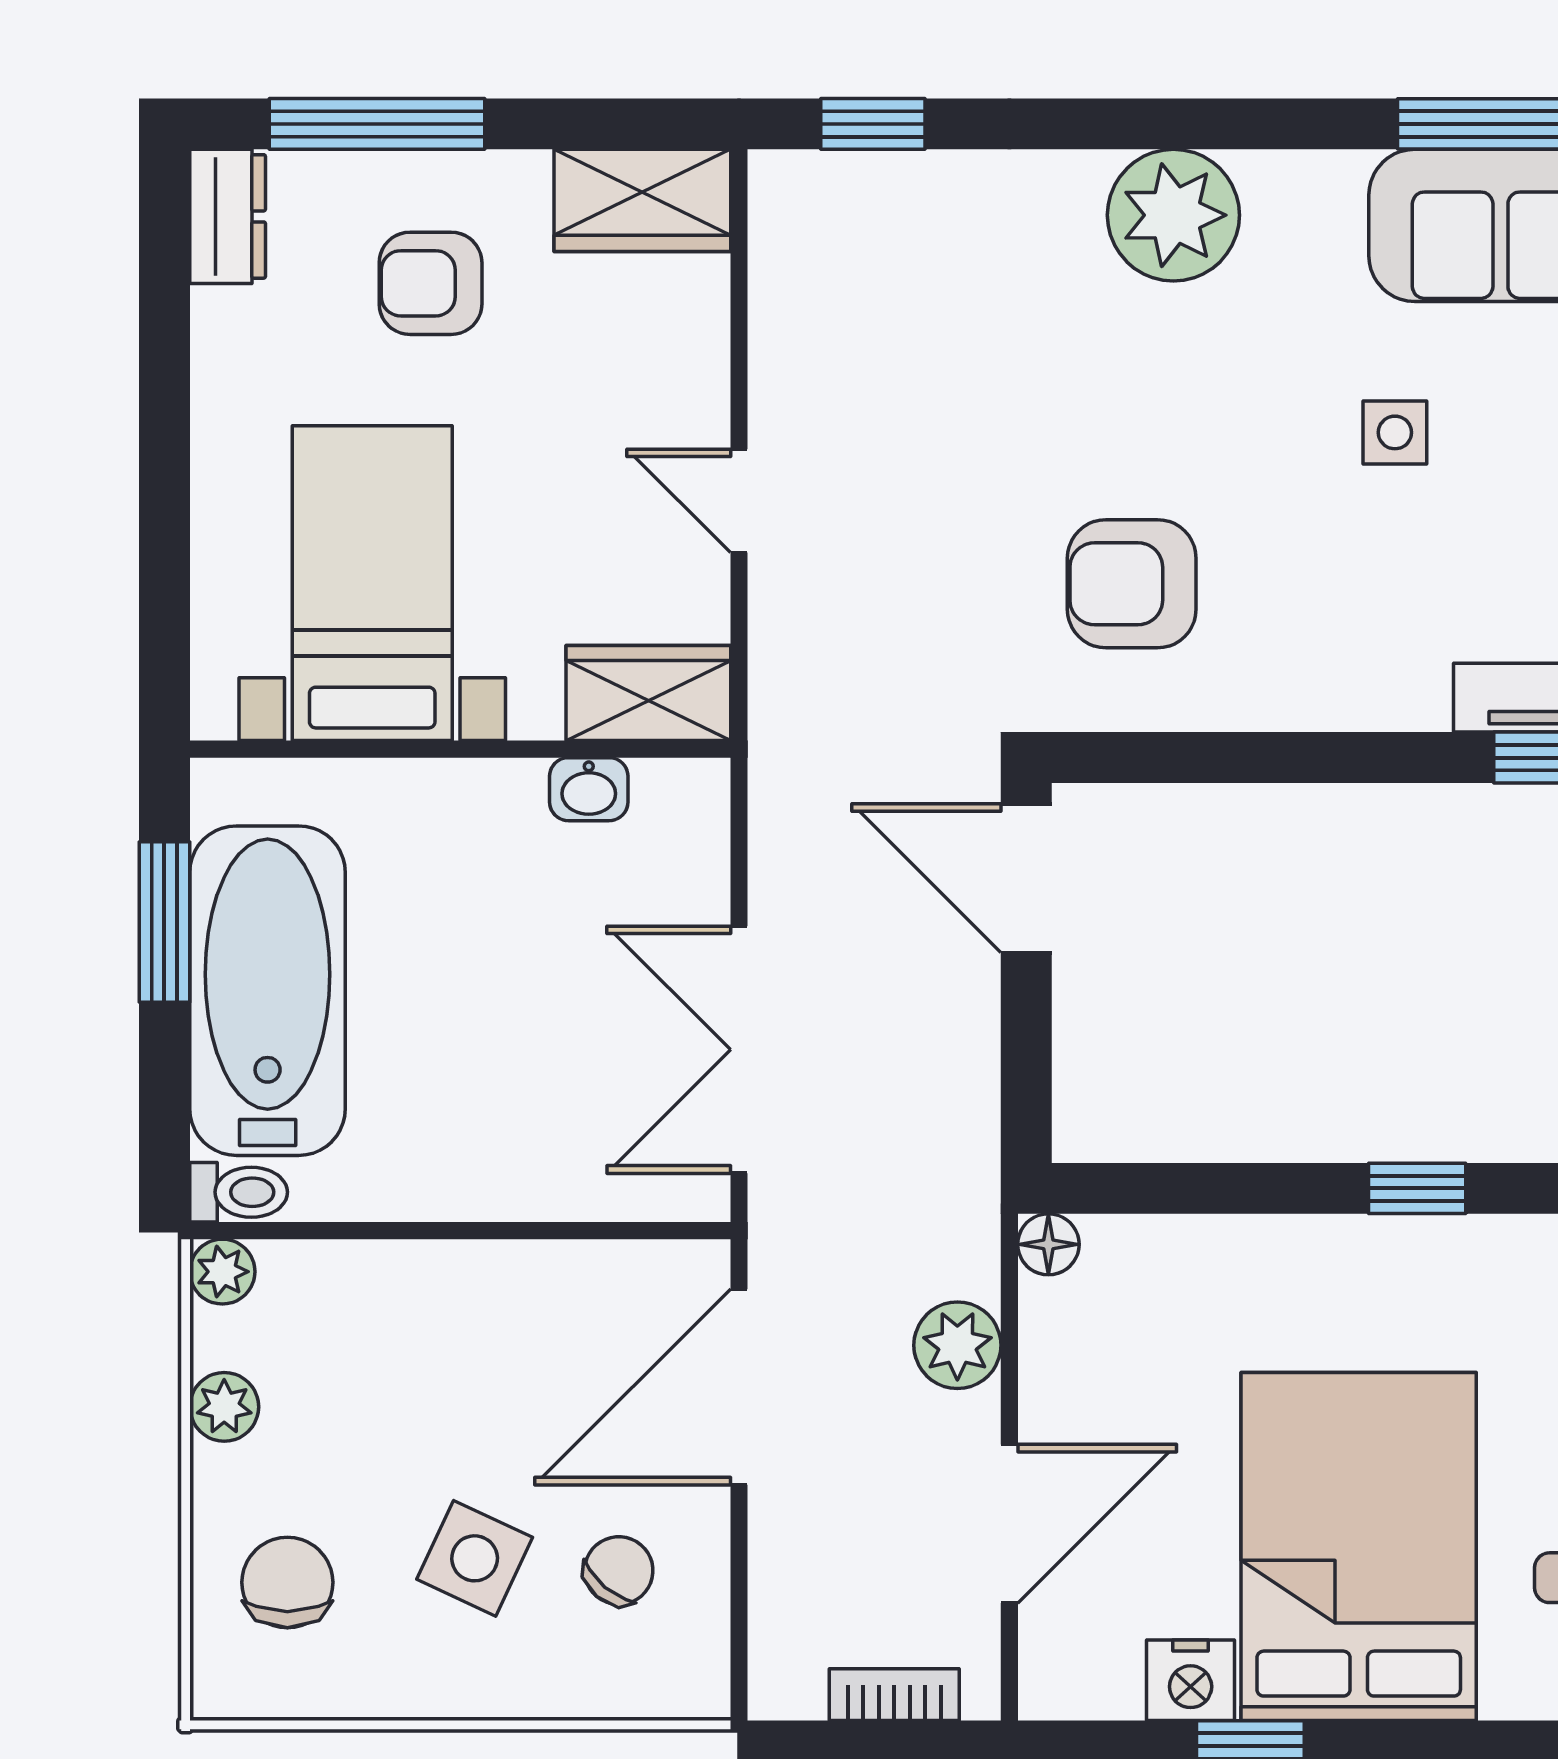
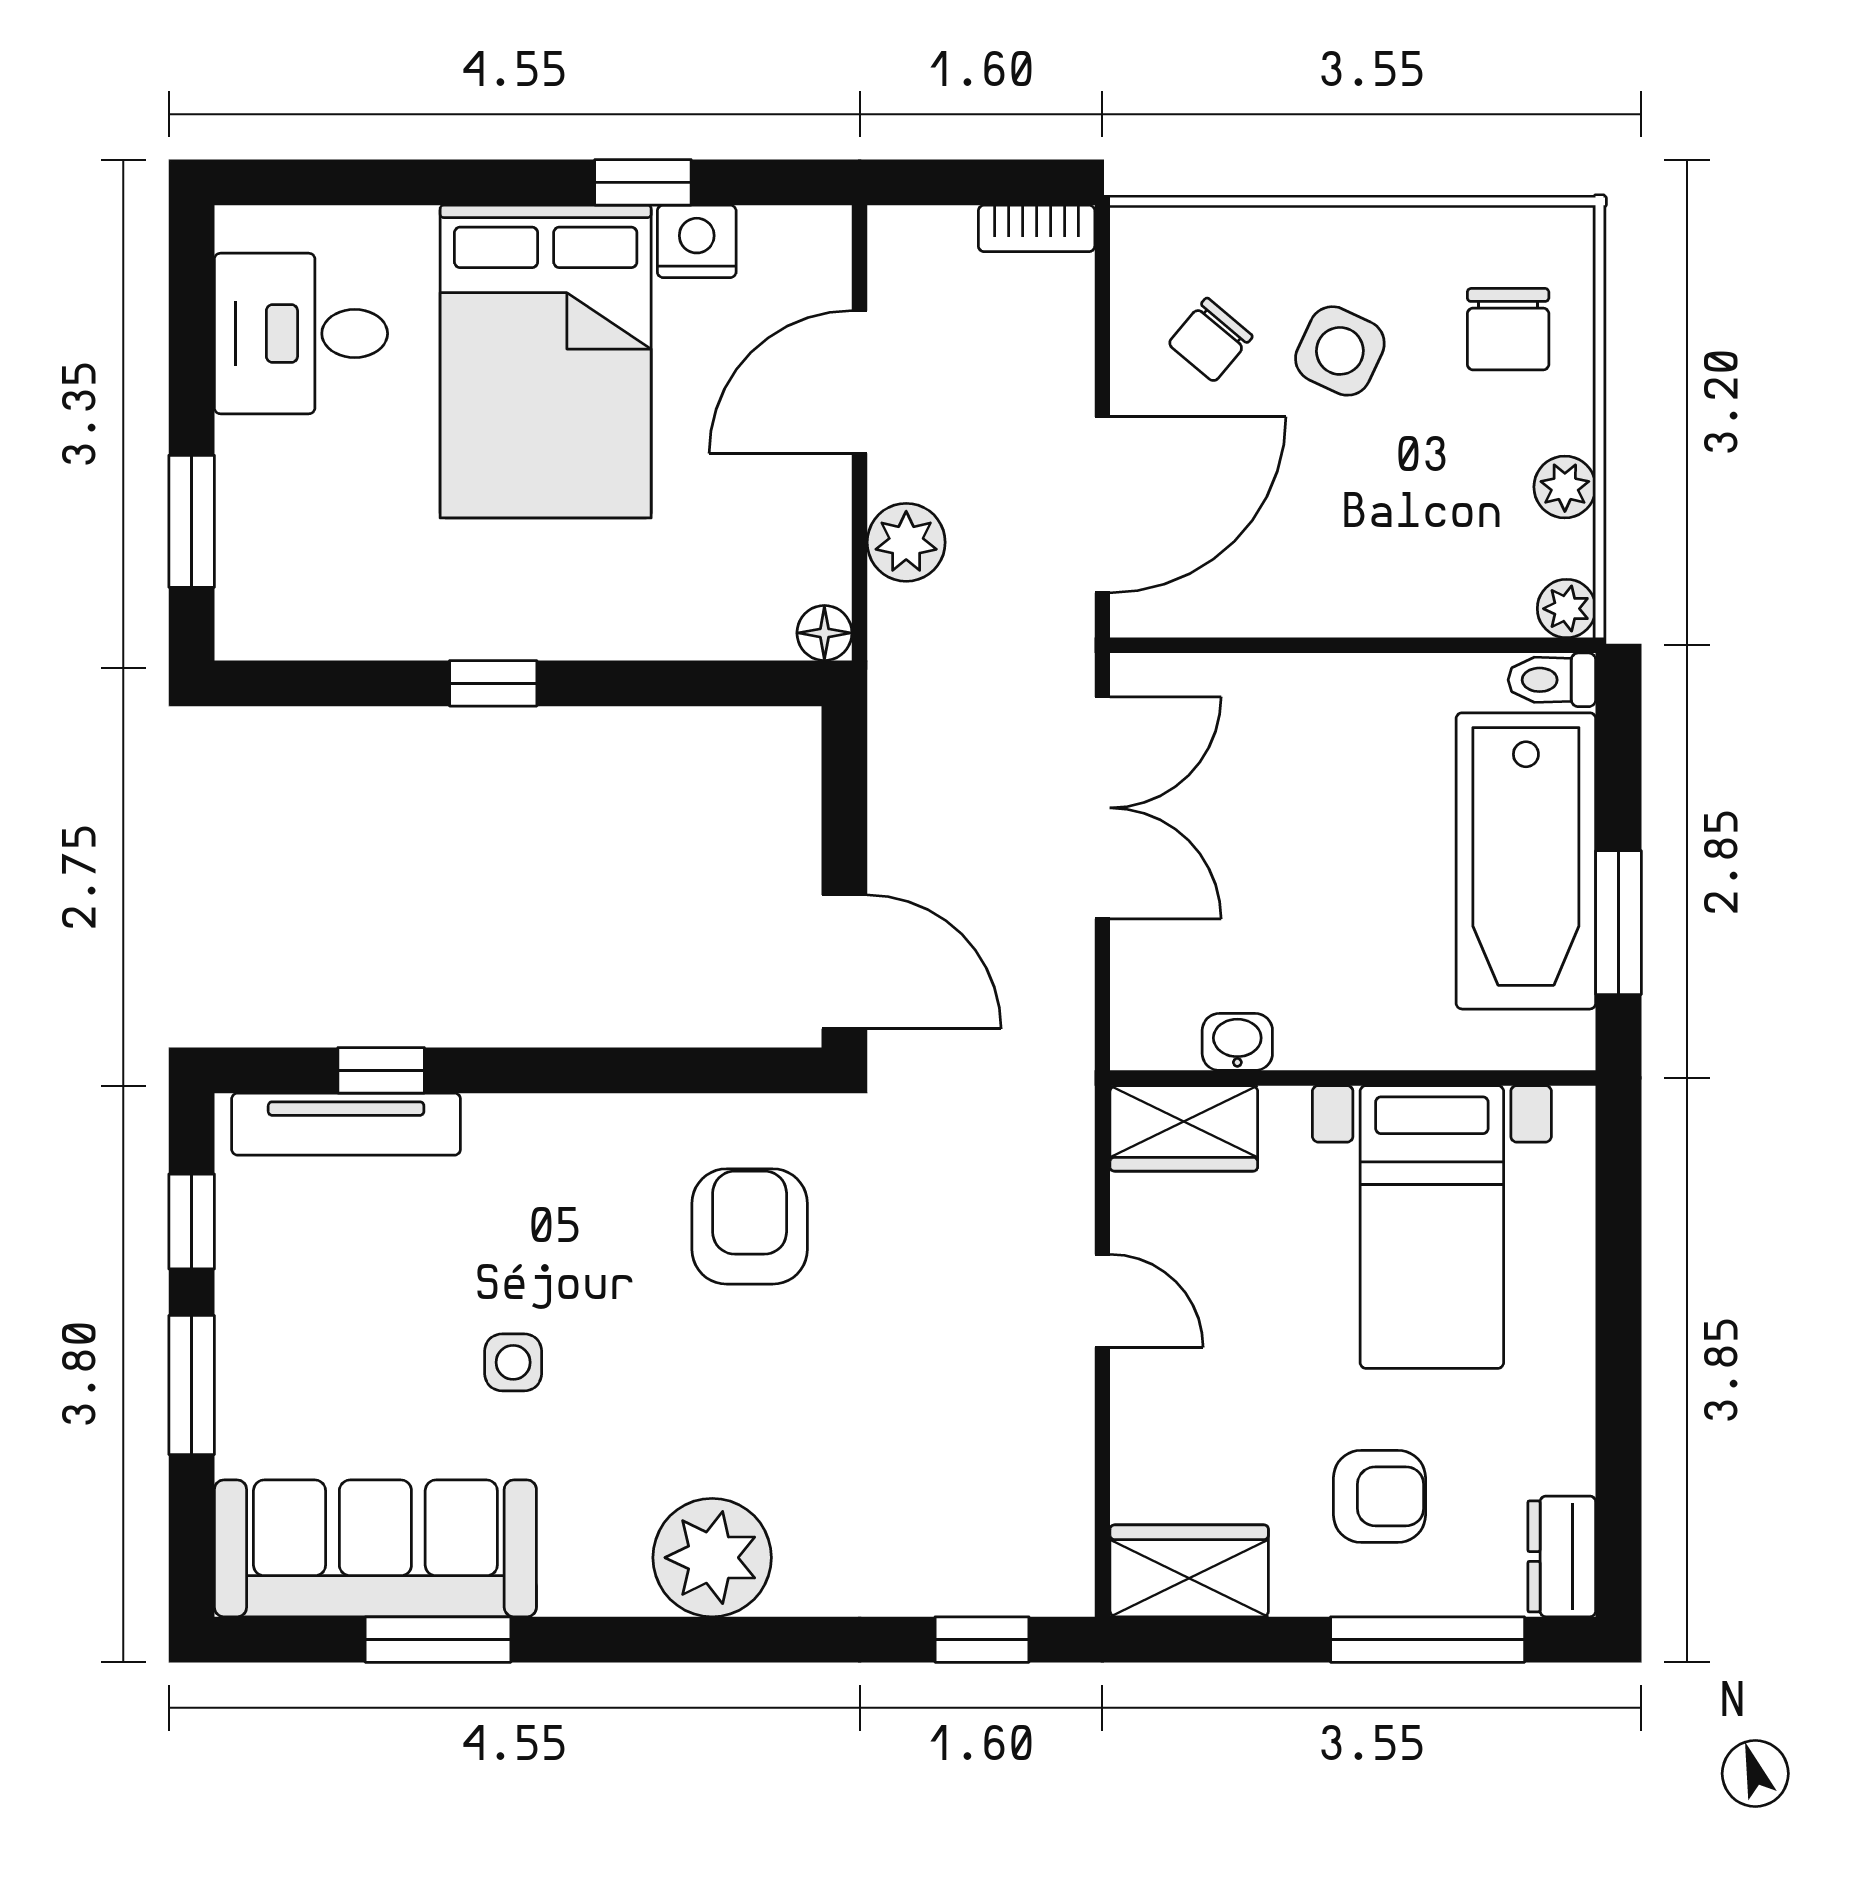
armchair: (1132, 584) -> (750, 1226), turned -90
bookcase: (894, 1695) -> (1037, 228), moved

